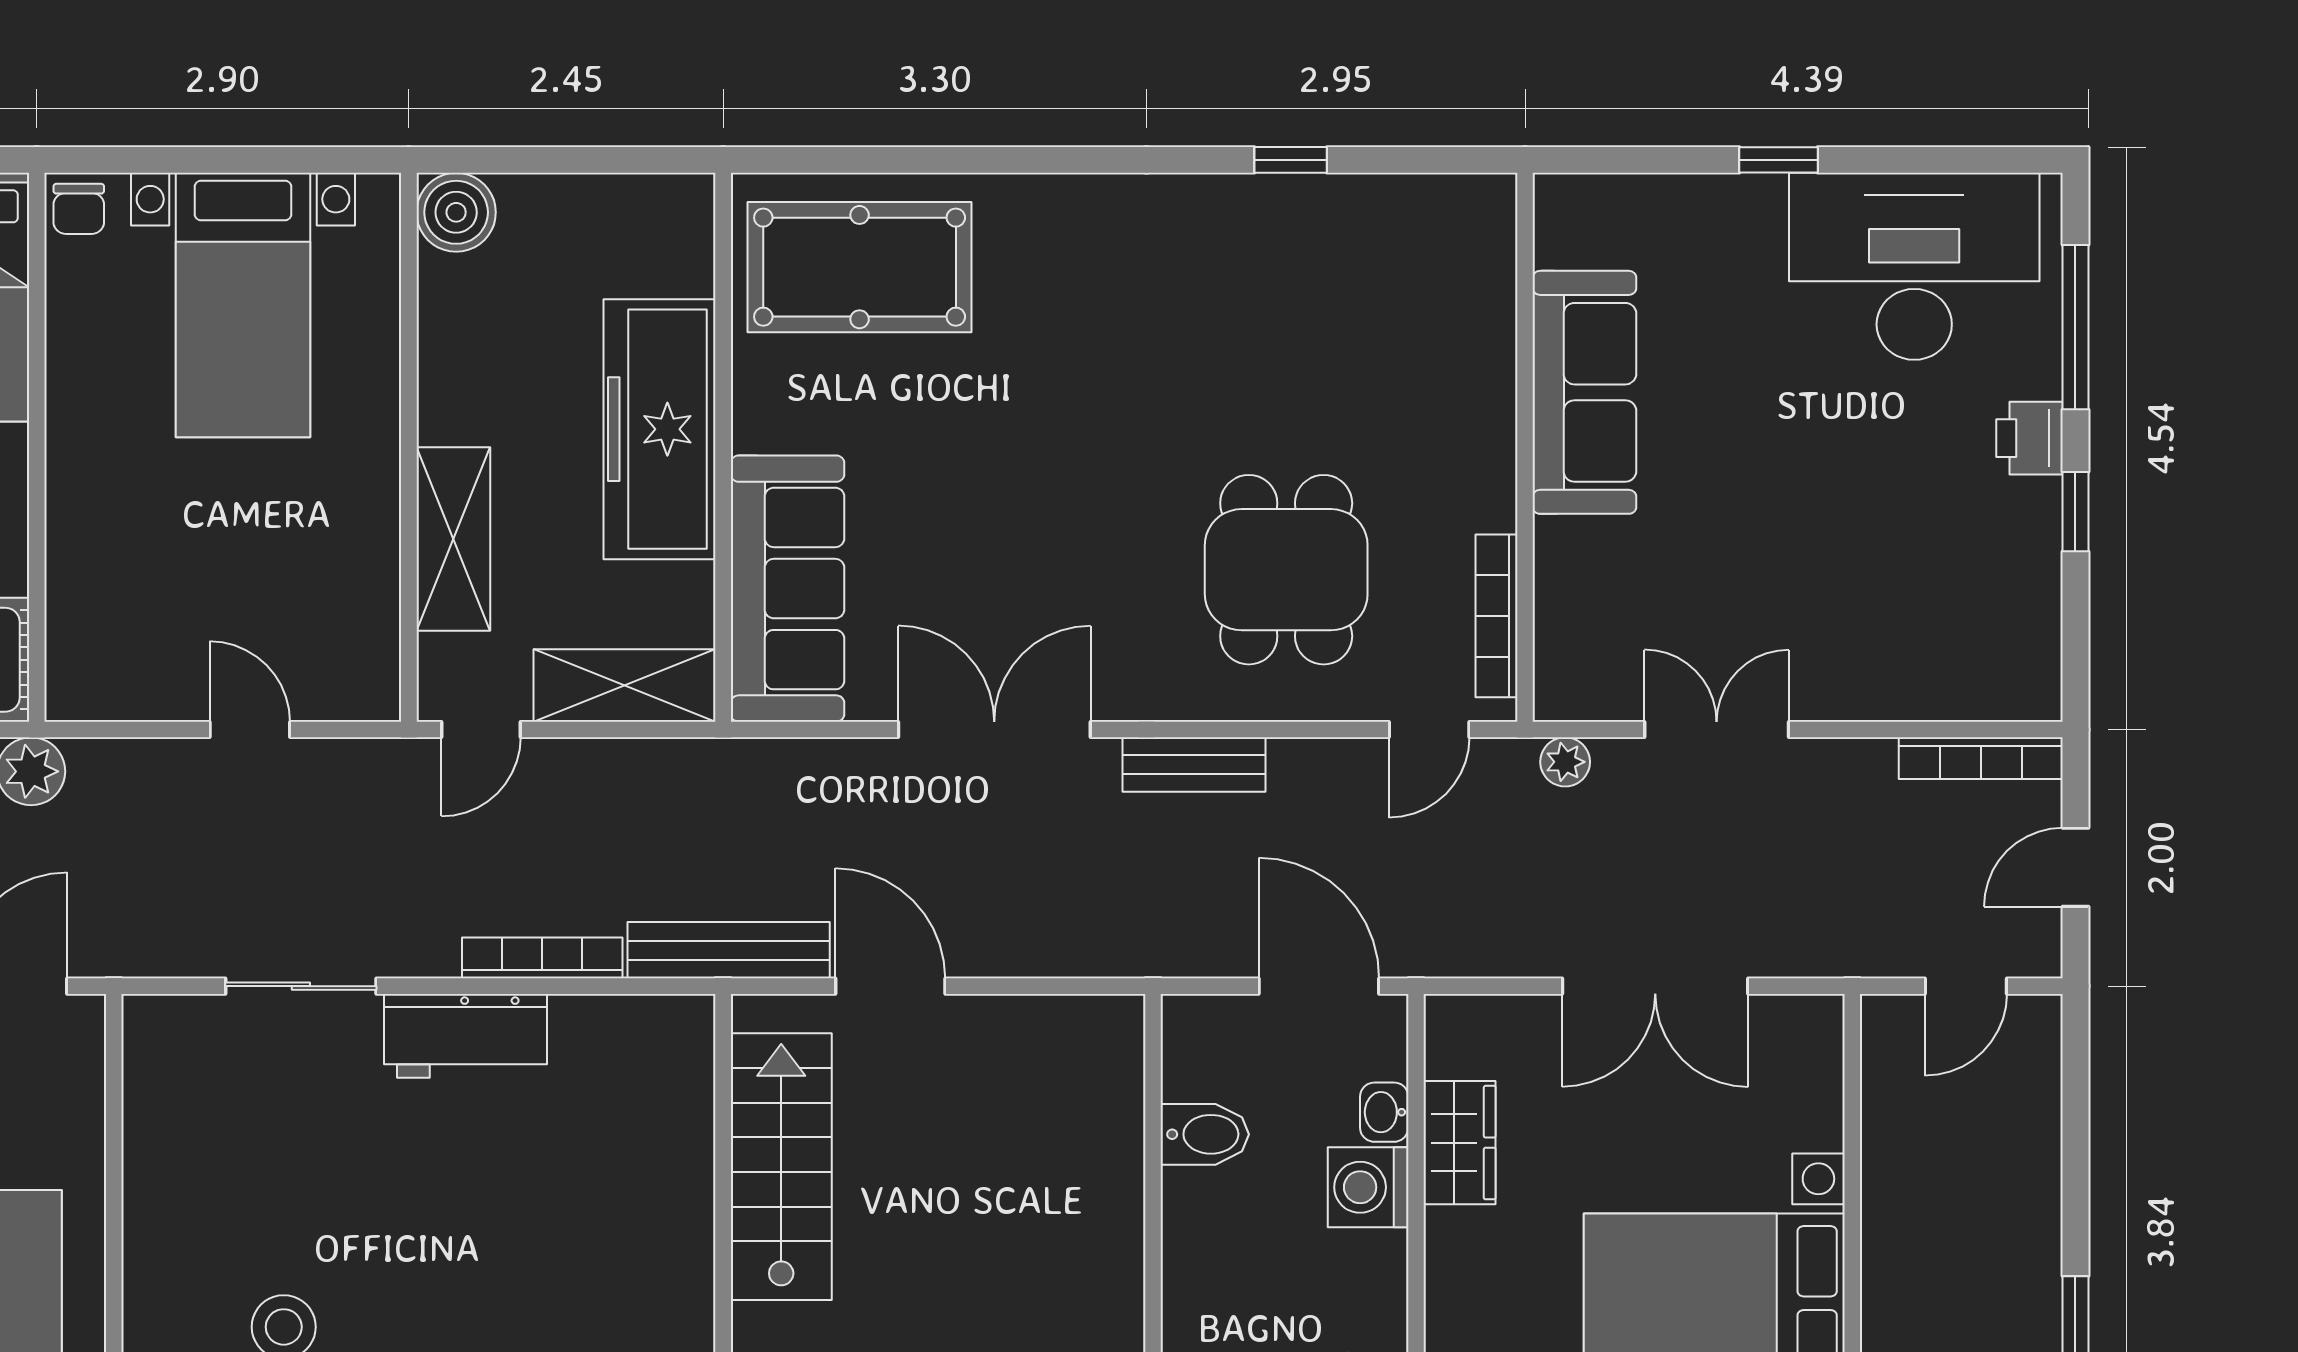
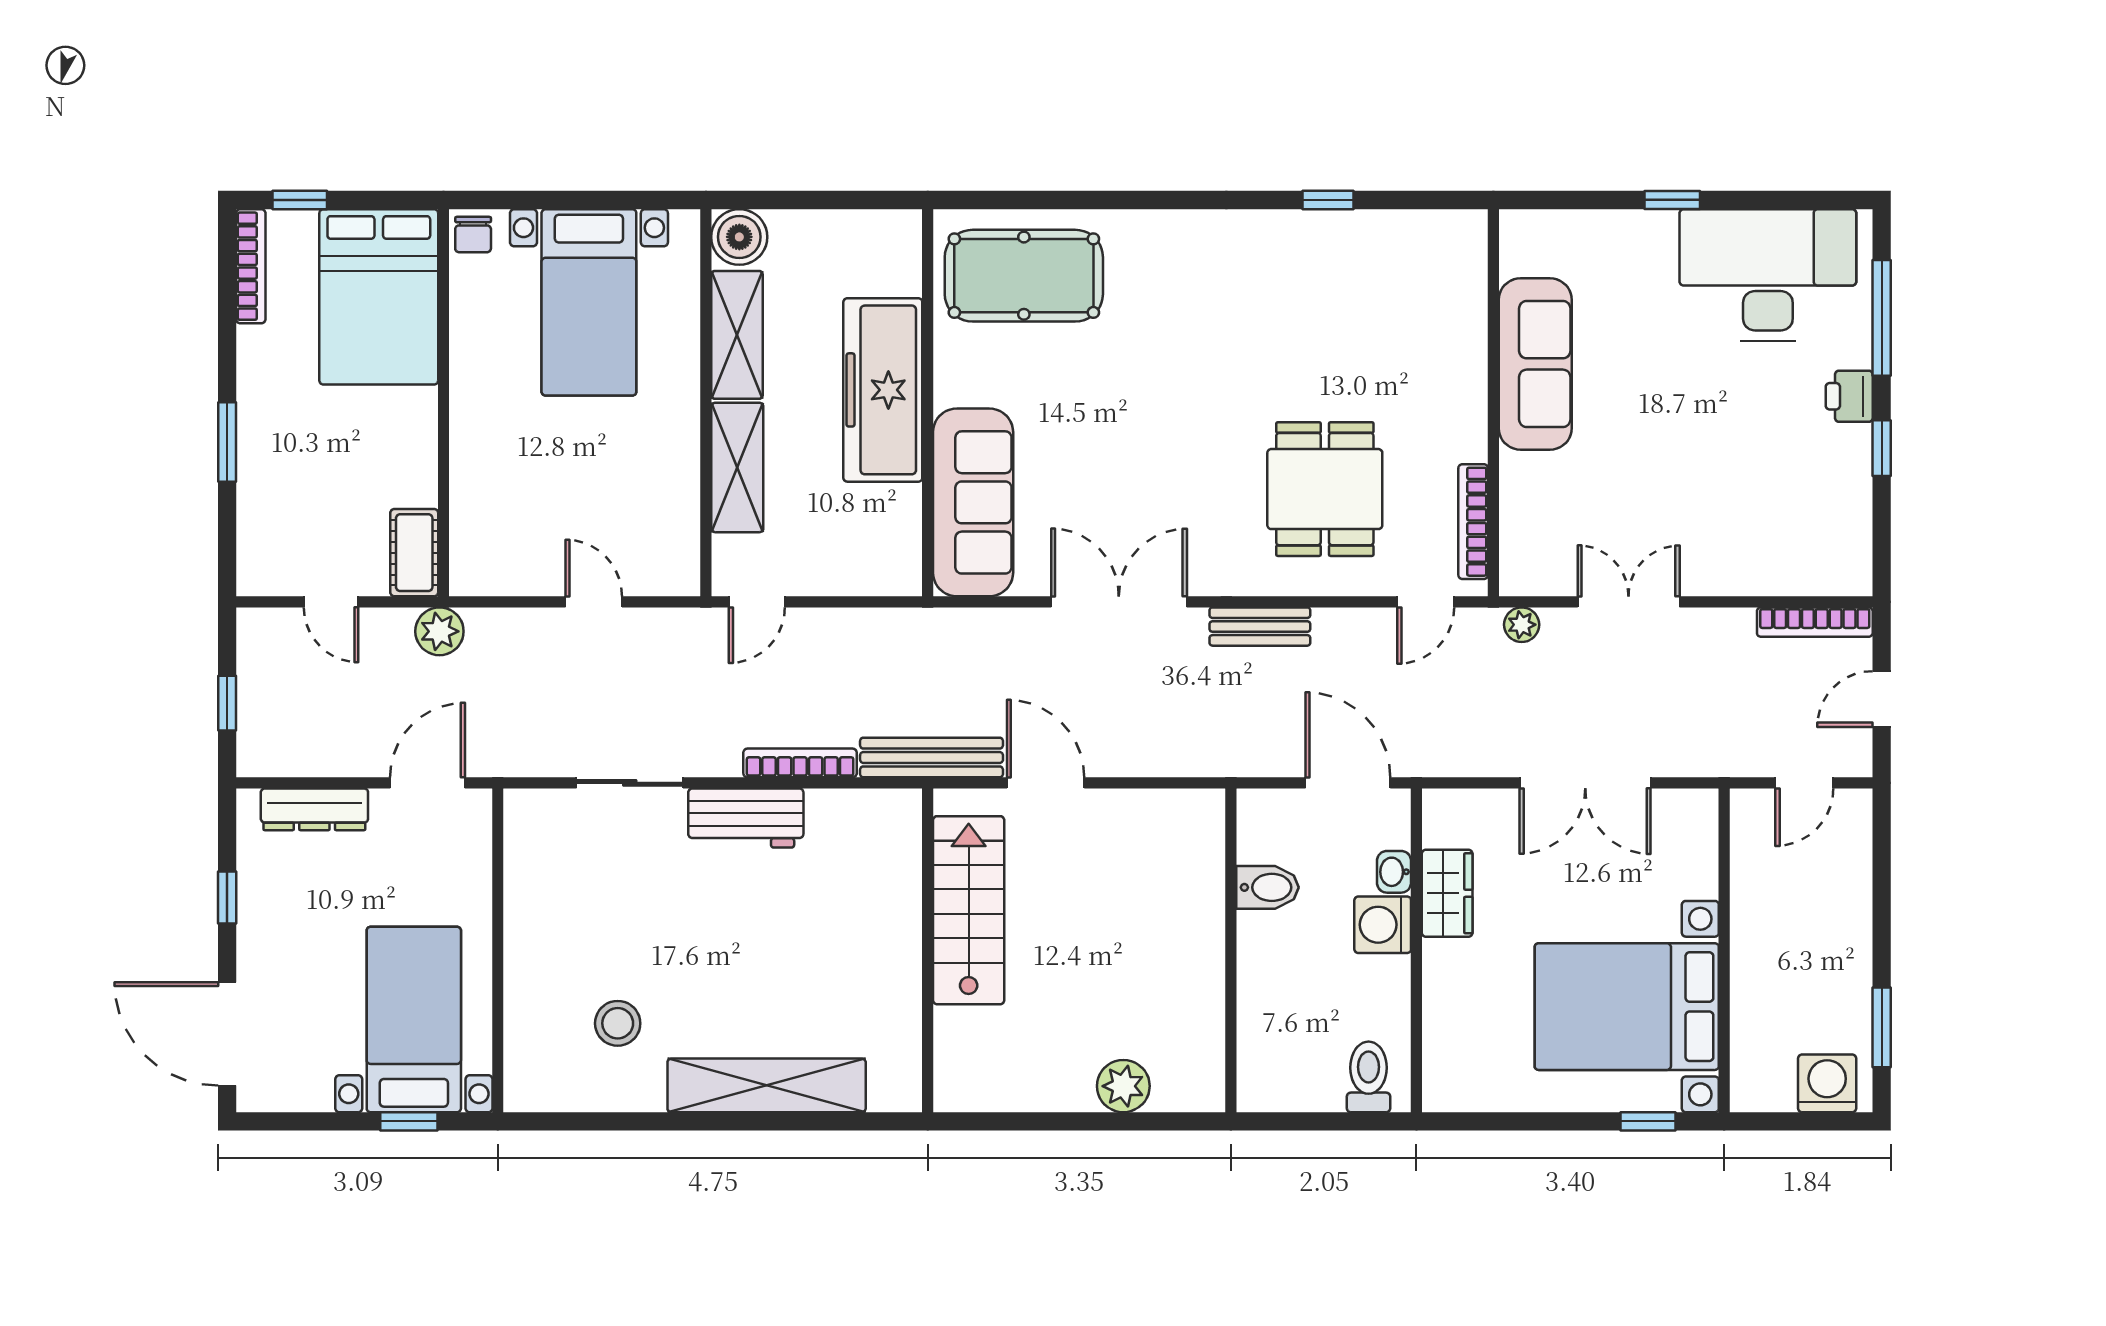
shelving: (625, 685) -> (737, 335), moved, turned 90

